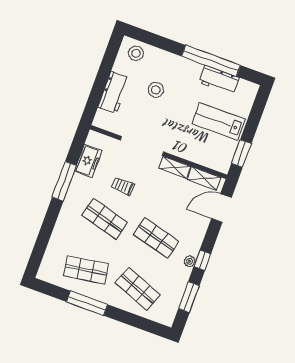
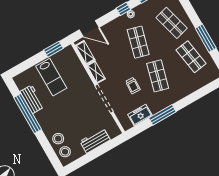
stool: (156, 90) -> (58, 139), moved
shop shelf: (138, 289) -> (172, 23), turned -36

